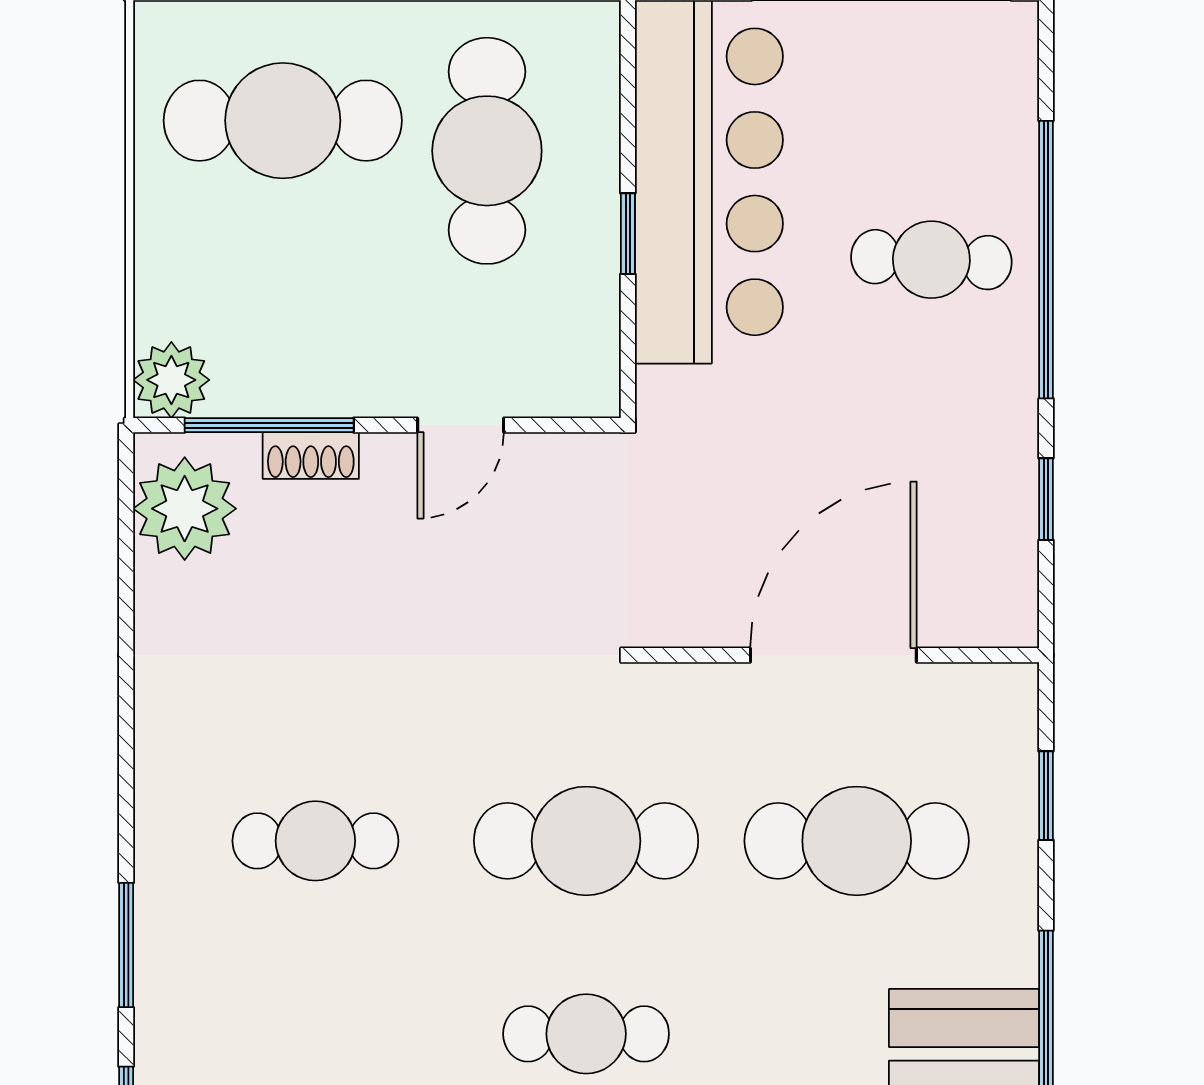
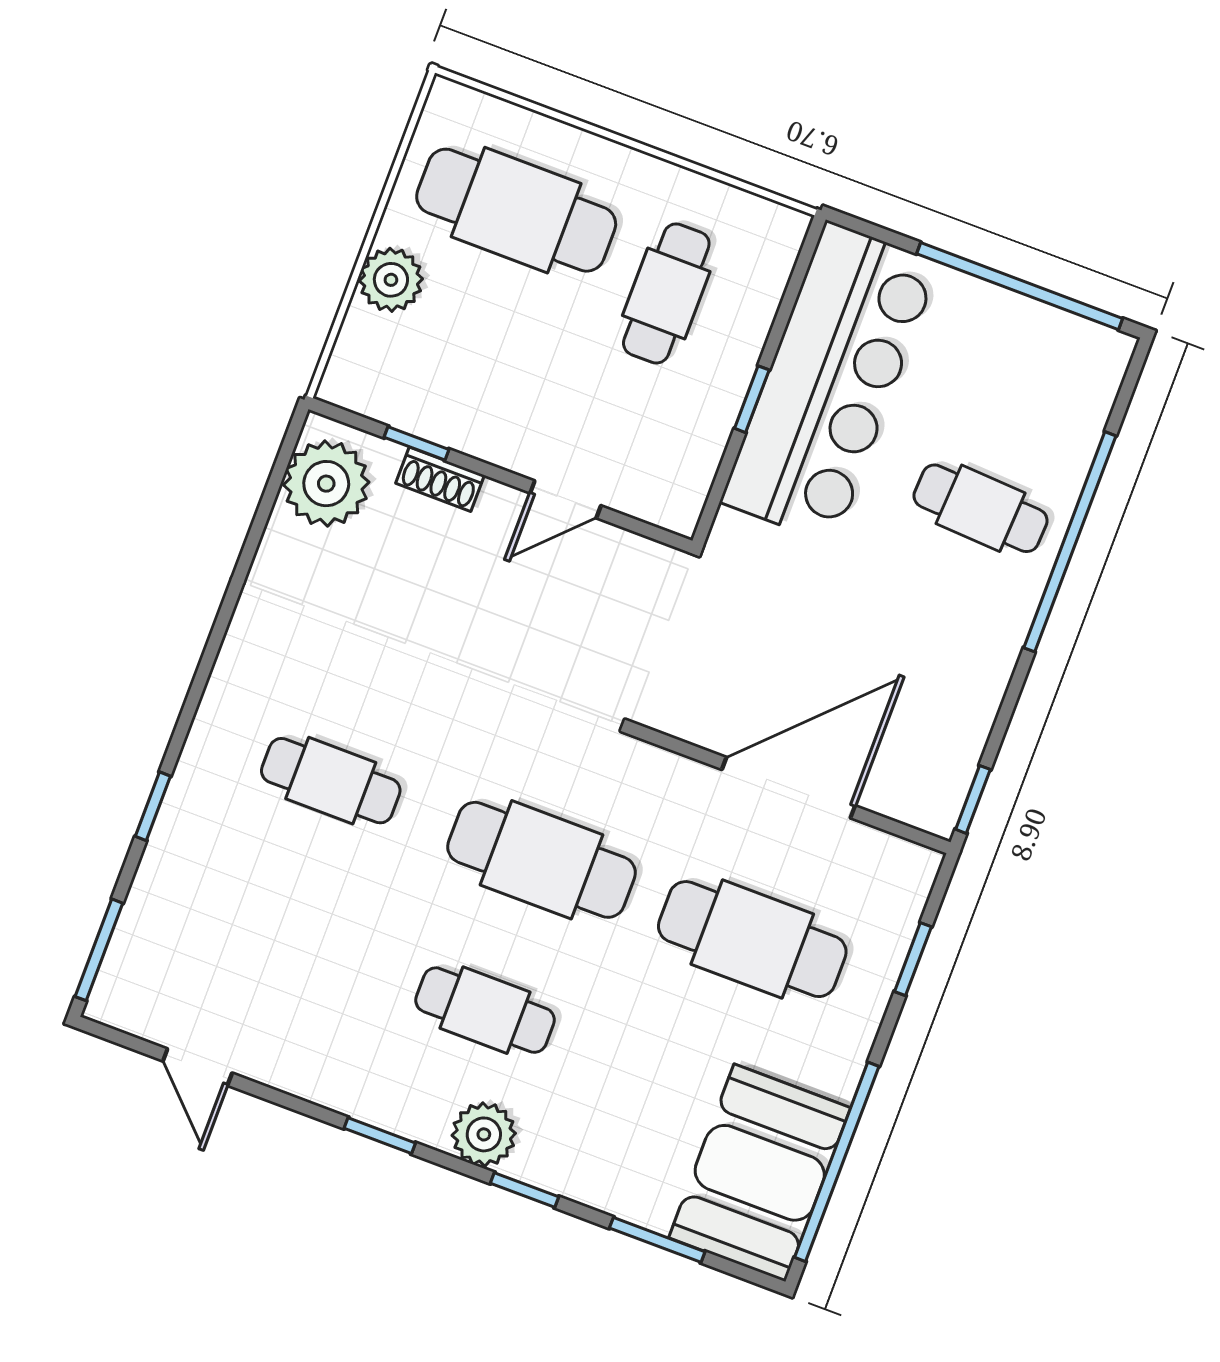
cafe table: (487, 151) -> (666, 293), width x0.73, depth x0.74
plant: (171, 380) -> (391, 280), moved
window: (269, 425) -> (416, 443), width x0.46
window: (1046, 499) -> (973, 799), moved
window: (126, 945) -> (153, 806), width x0.67

